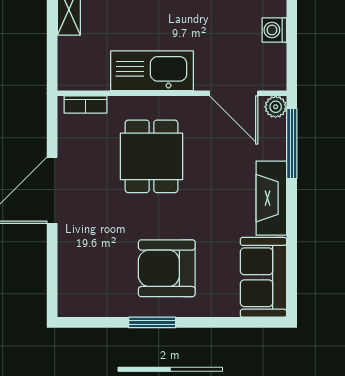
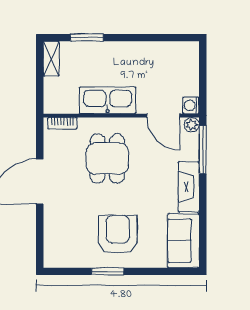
washing machine: (274, 30) -> (191, 105), moved
armchair: (167, 268) -> (118, 235), turned 90

